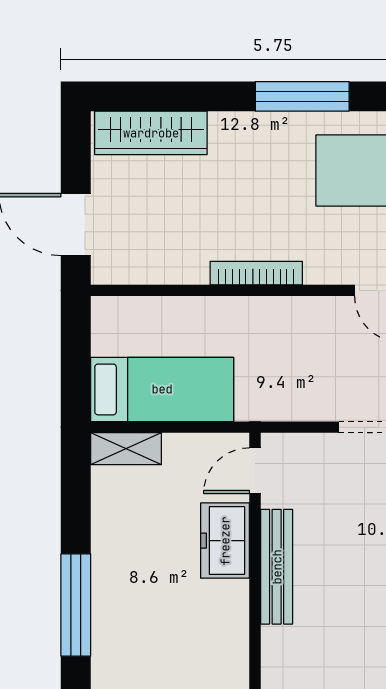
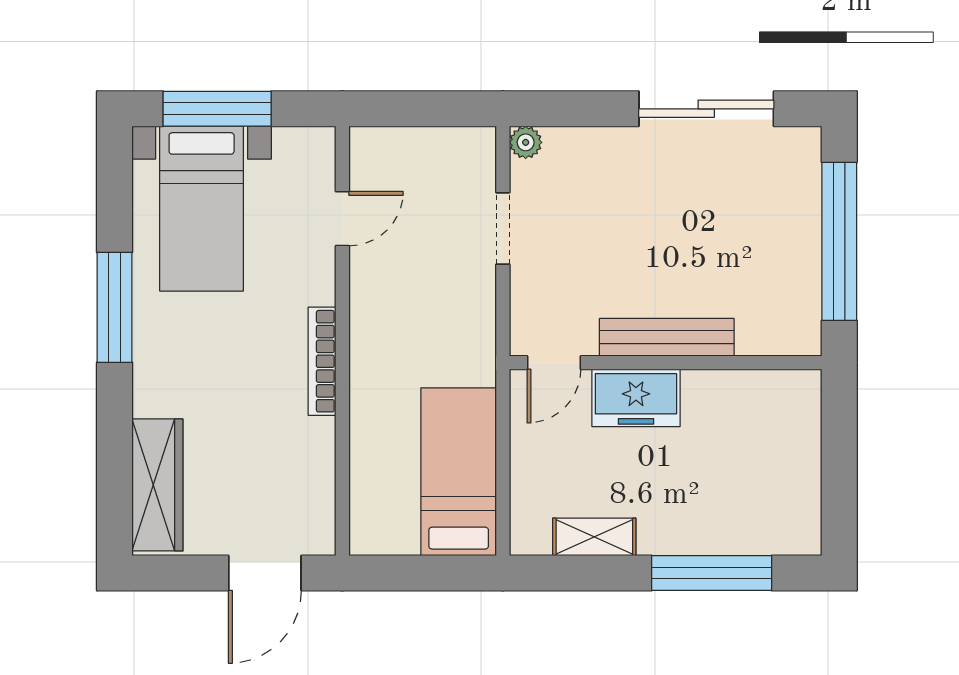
shelving: (126, 449) -> (594, 537), moved, turned 90
door: (255, 471) -> (554, 363), hinge flipped

